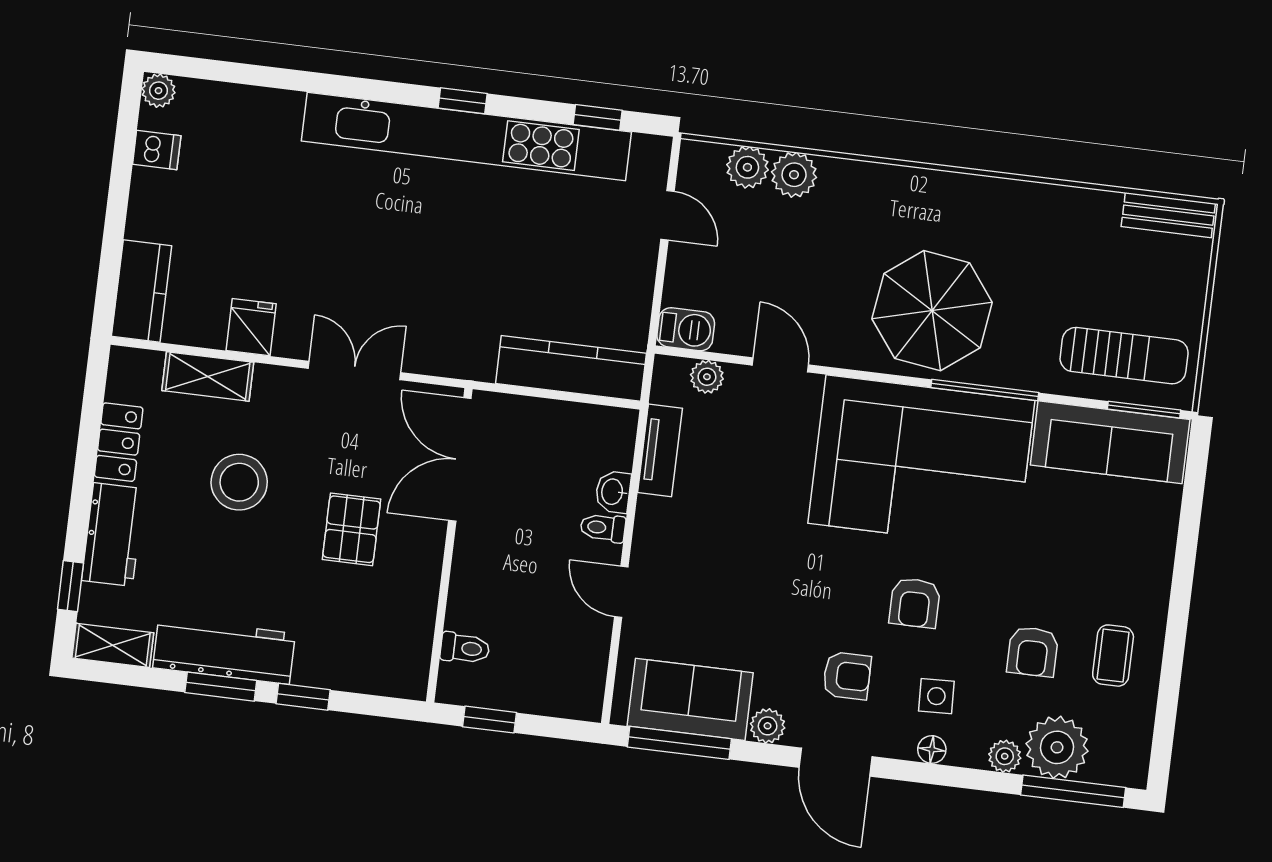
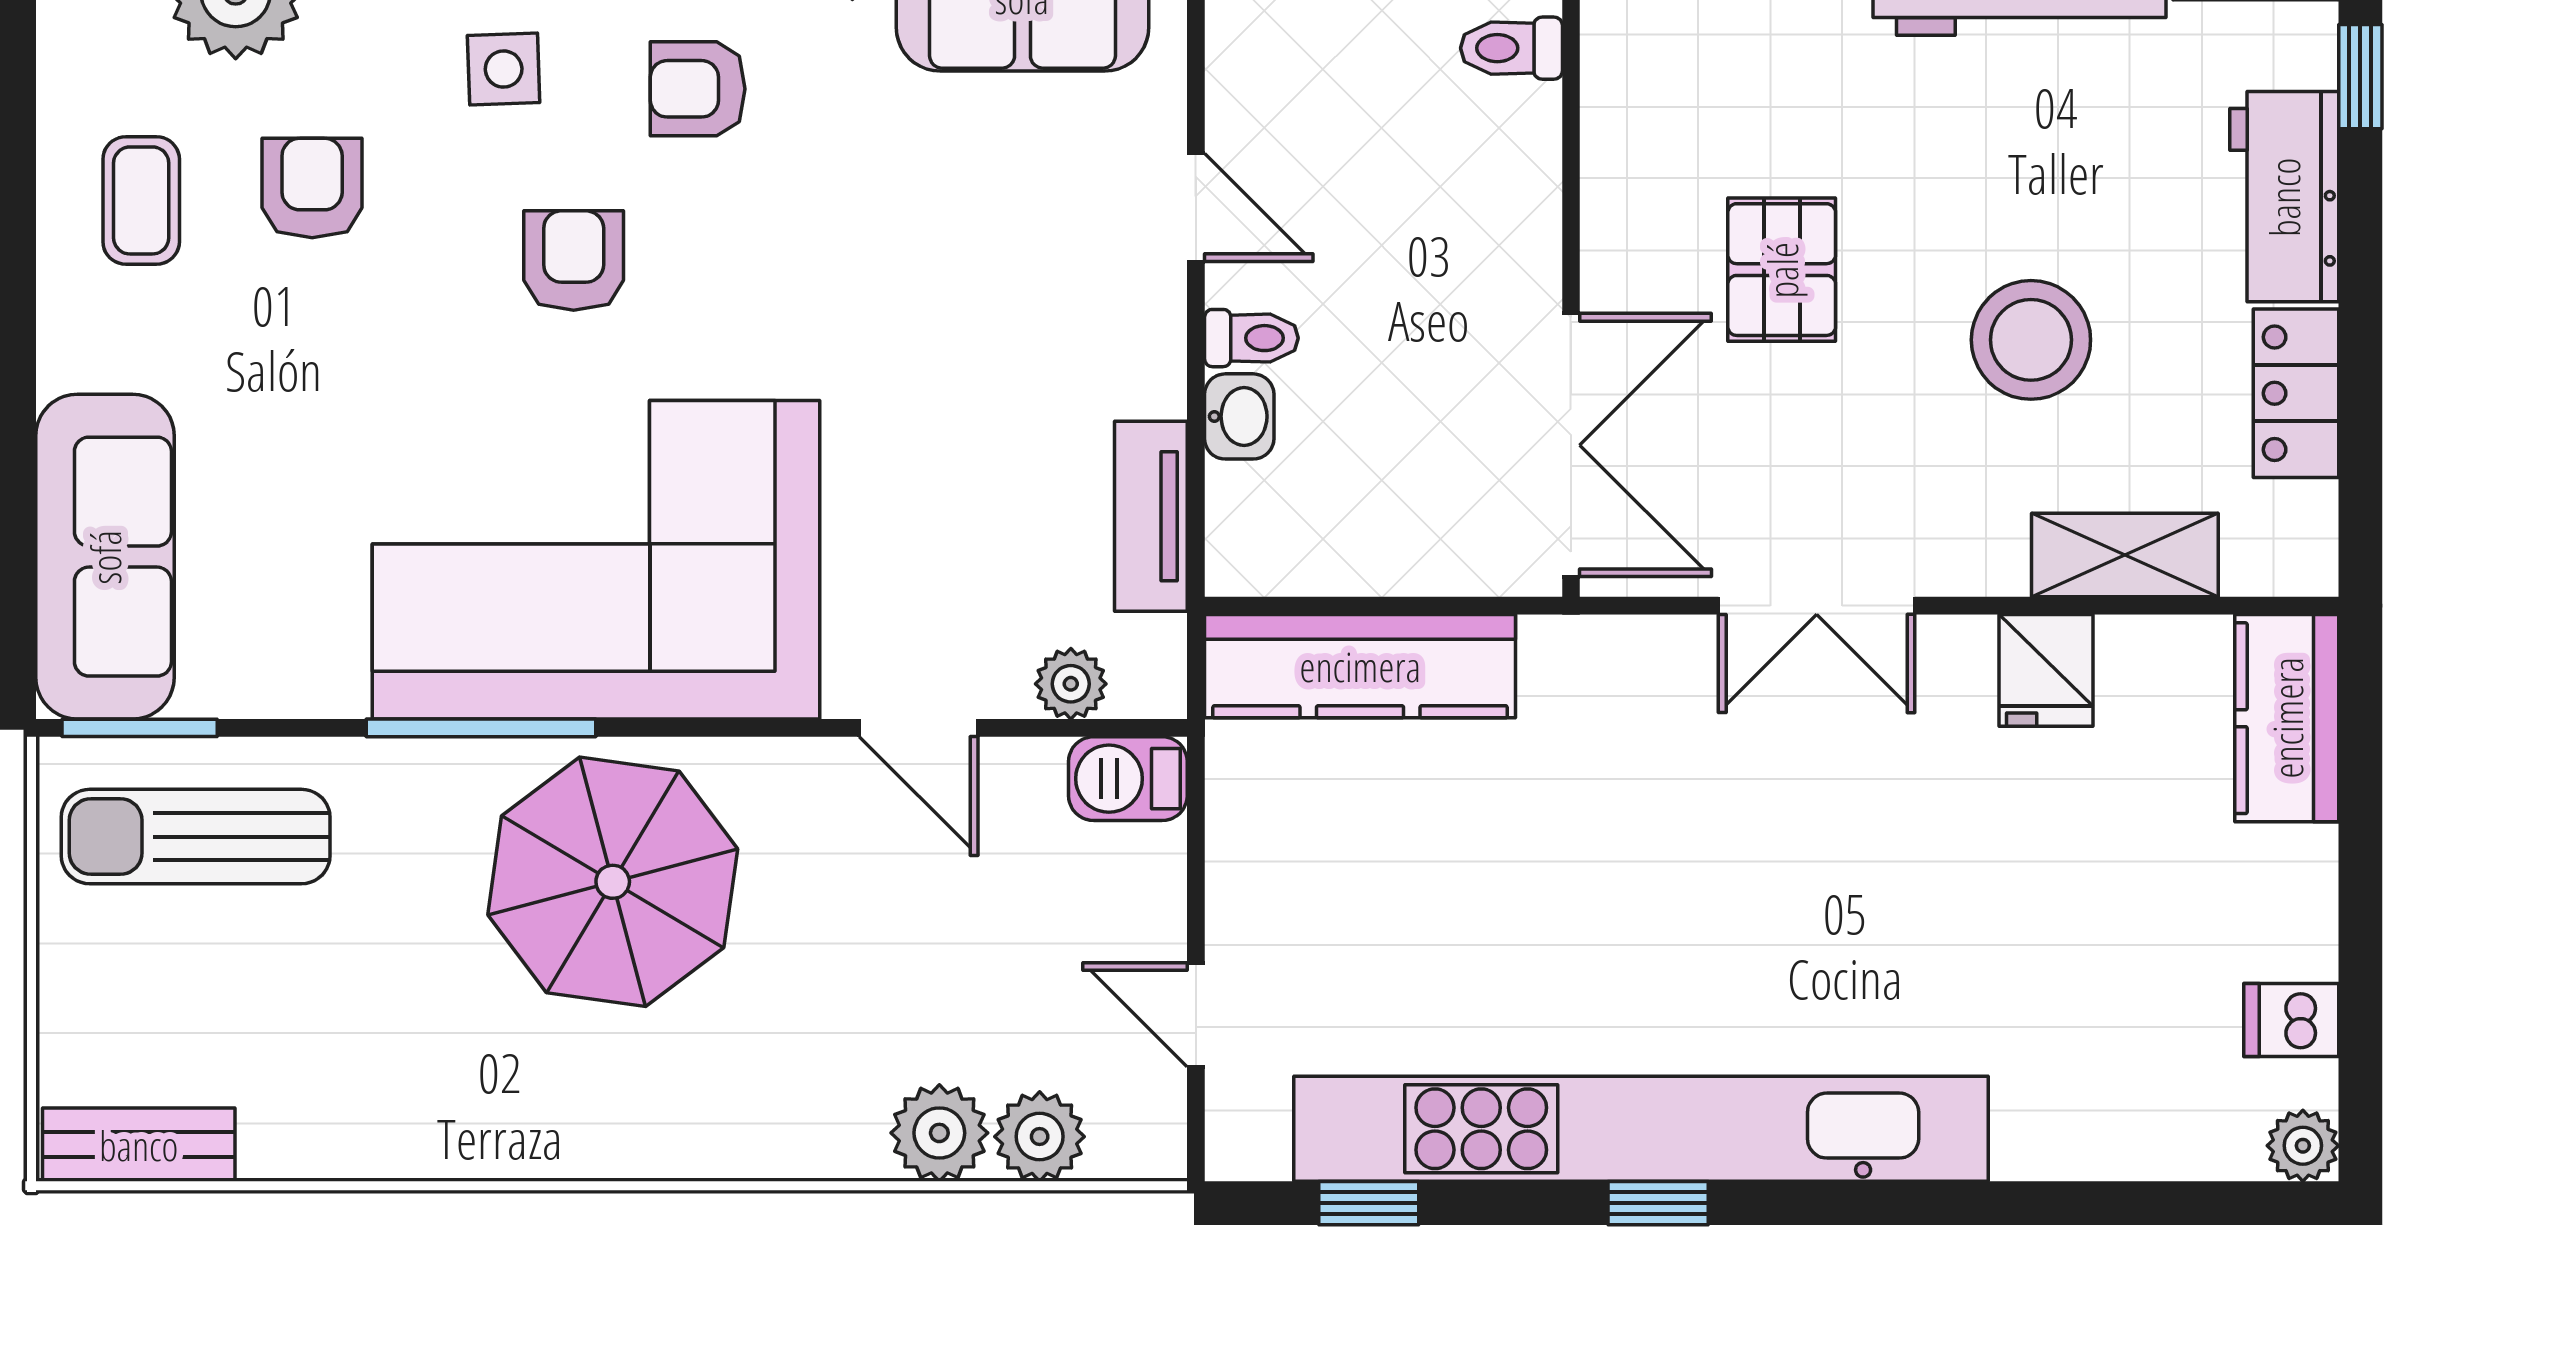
sofa: (1110, 442) -> (105, 557), moved, turned 90

